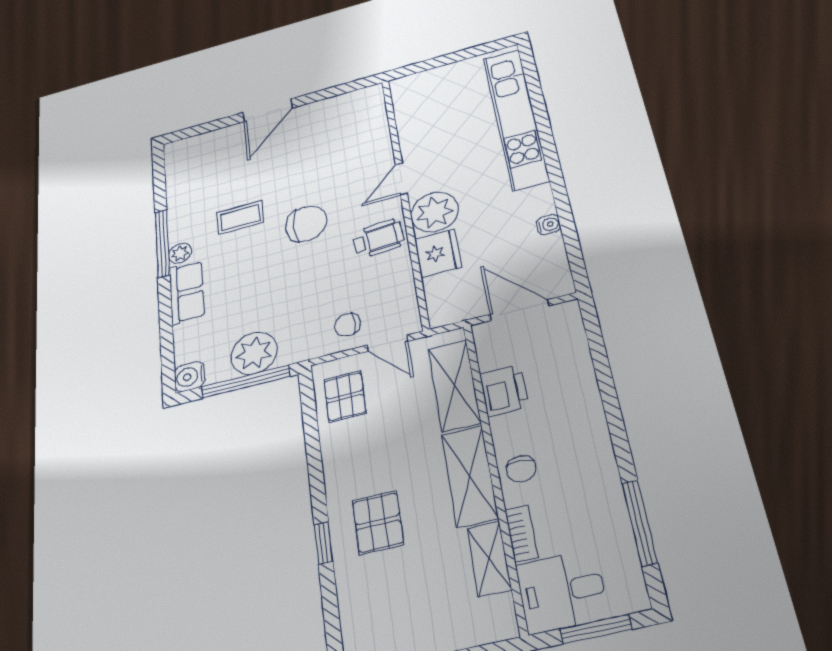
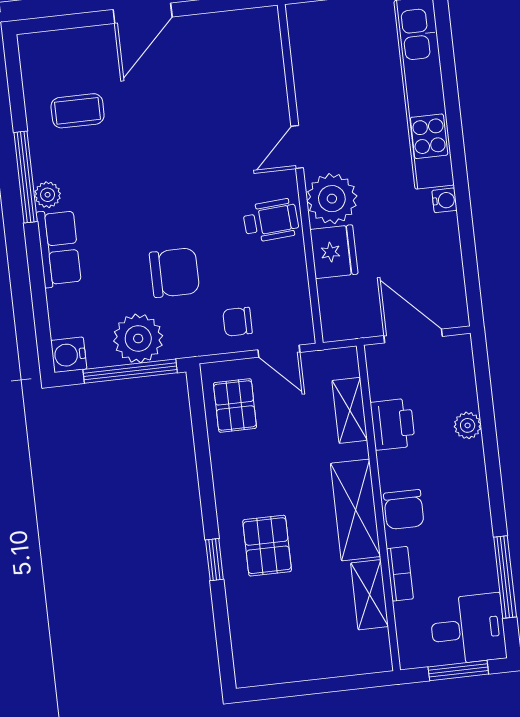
coffee table: (240, 218) -> (78, 111), moved
chair: (306, 224) -> (174, 273), moved
water cooler: (549, 225) -> (445, 200), moved
plant: (583, 380) -> (468, 425), added
shelving: (454, 386) -> (350, 410), width x0.67, depth x0.75
chair: (521, 469) -> (404, 509), width x1.37, depth x1.37
desk: (562, 591) -> (468, 629), moved, turned 180

